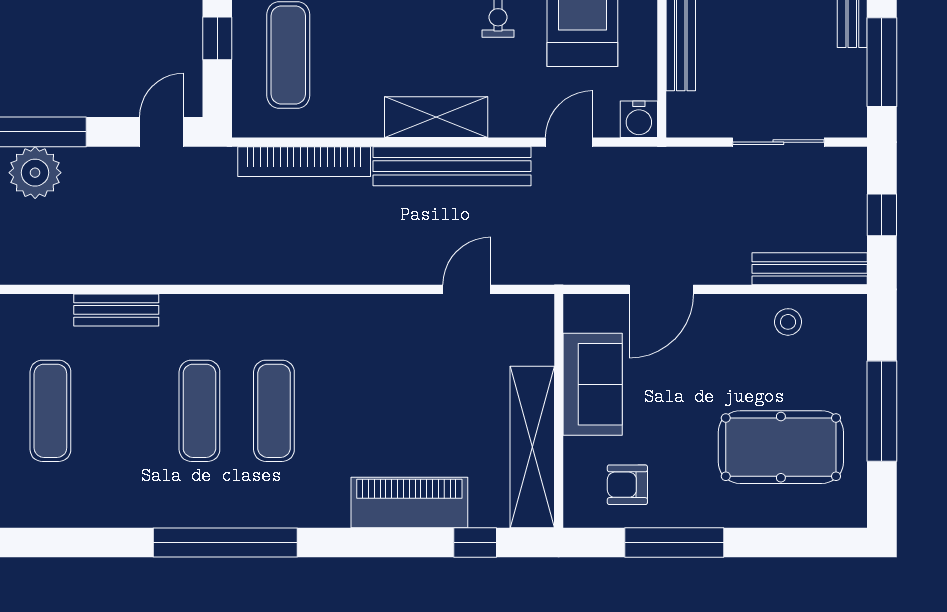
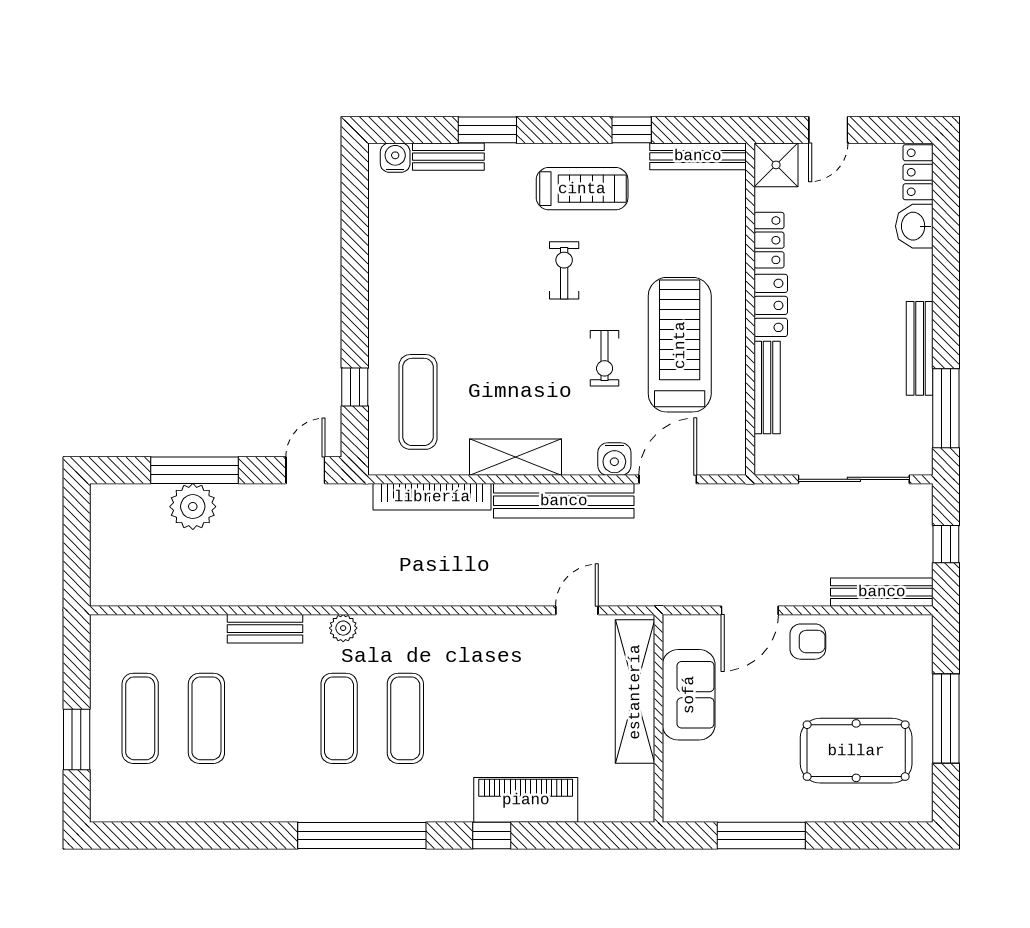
shelving: (436, 117) -> (515, 457), moved
water cooler: (639, 119) -> (614, 459), moved
door: (569, 142) -> (668, 479), width x1.38
sliding door: (778, 142) -> (854, 479), width x1.37
plant: (204, 309) -> (343, 628), added
stool: (788, 322) -> (862, 639), removed
shelving: (532, 447) -> (635, 692), moved
armchair: (627, 485) -> (808, 642), moved, turned 180
window: (475, 543) -> (492, 836), moved

